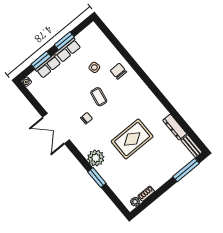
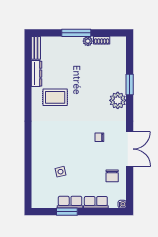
window: (41, 60) -> (97, 212), removed
chair: (118, 71) -> (112, 176), moved
coffee table: (99, 97) -> (76, 146), removed
rug: (132, 139) -> (55, 97), moved, width x0.73, depth x0.70
window: (186, 170) -> (76, 33), moved
plant: (135, 202) -> (88, 41), moved

